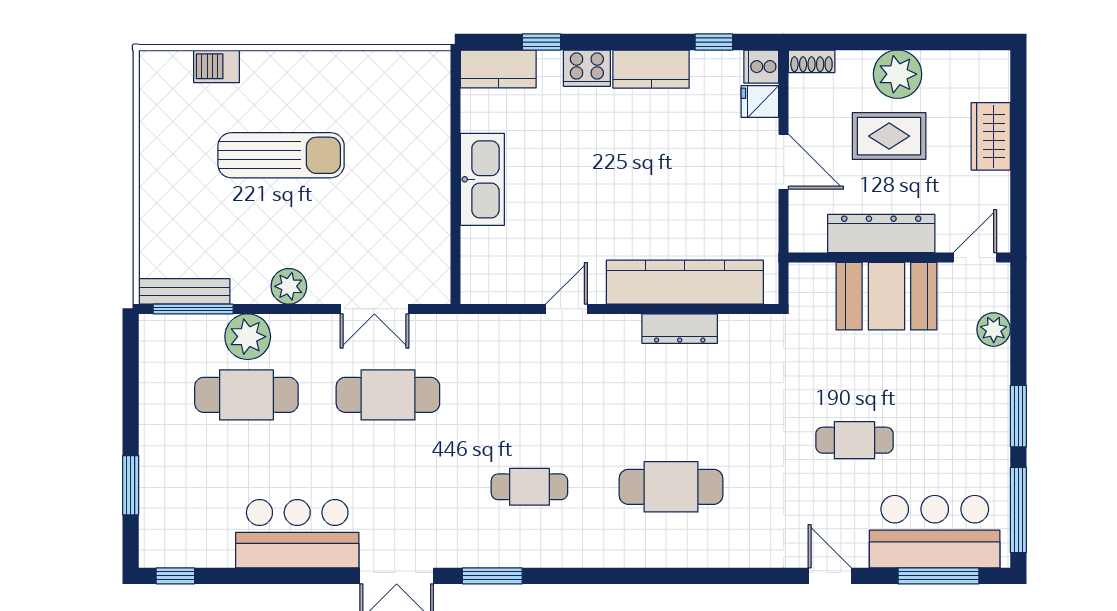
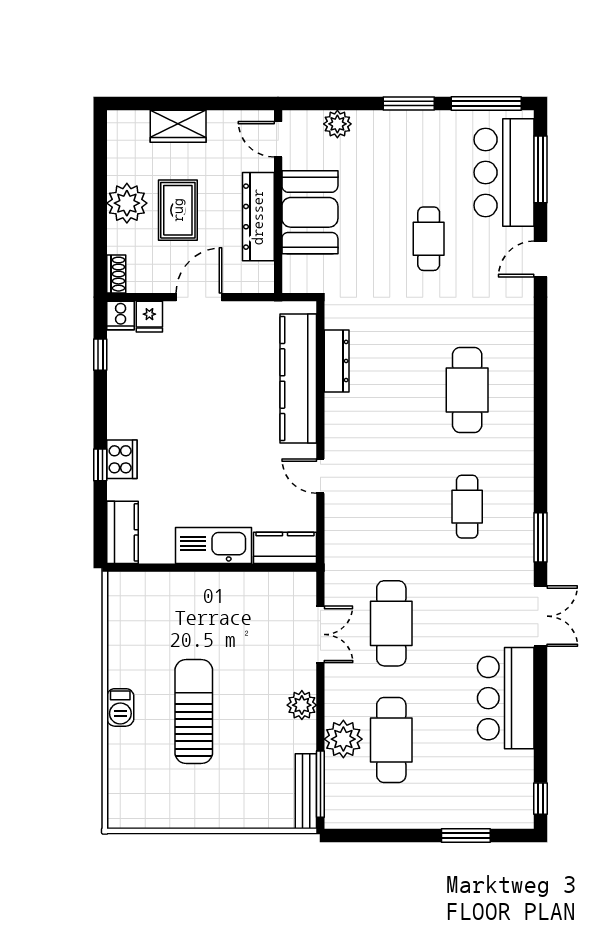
window: (541, 42) -> (100, 465), moved
barbecue: (217, 66) -> (120, 707), moved
kitchen counter: (651, 69) -> (285, 548), moved, turned -90
dresser: (680, 329) -> (337, 361), moved

